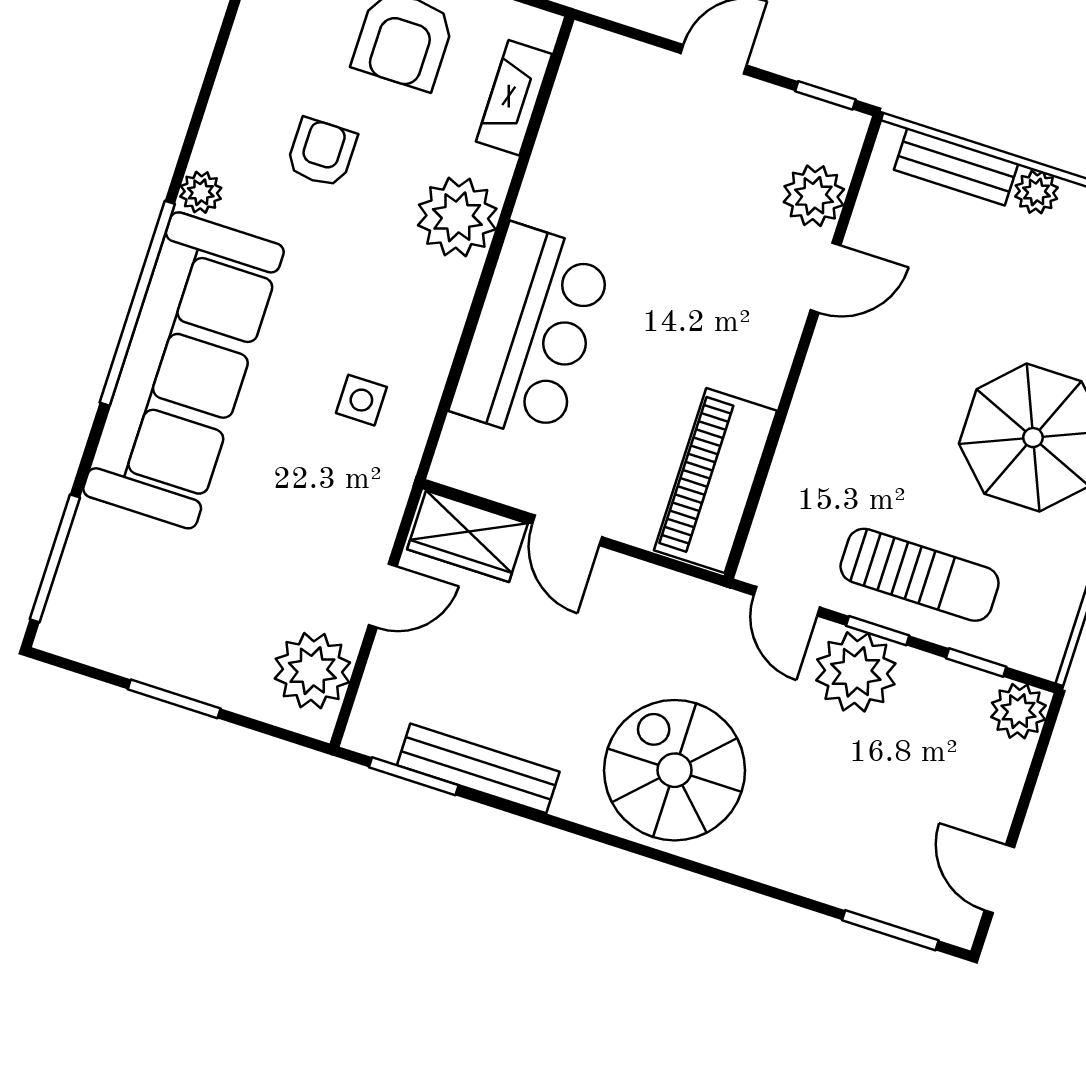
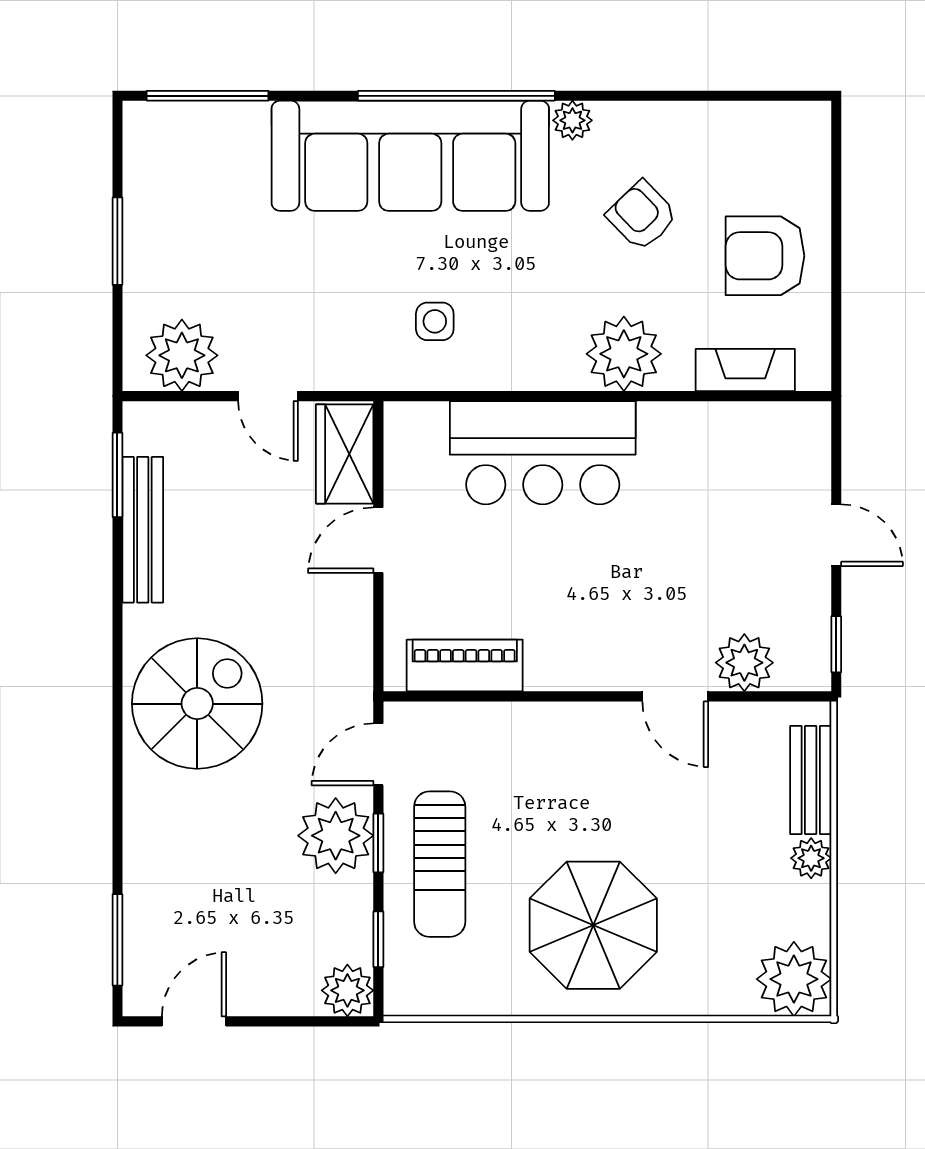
armchair: (322, 153) -> (642, 216), turned -134
piano: (715, 481) -> (465, 666), width x0.73, depth x0.75

